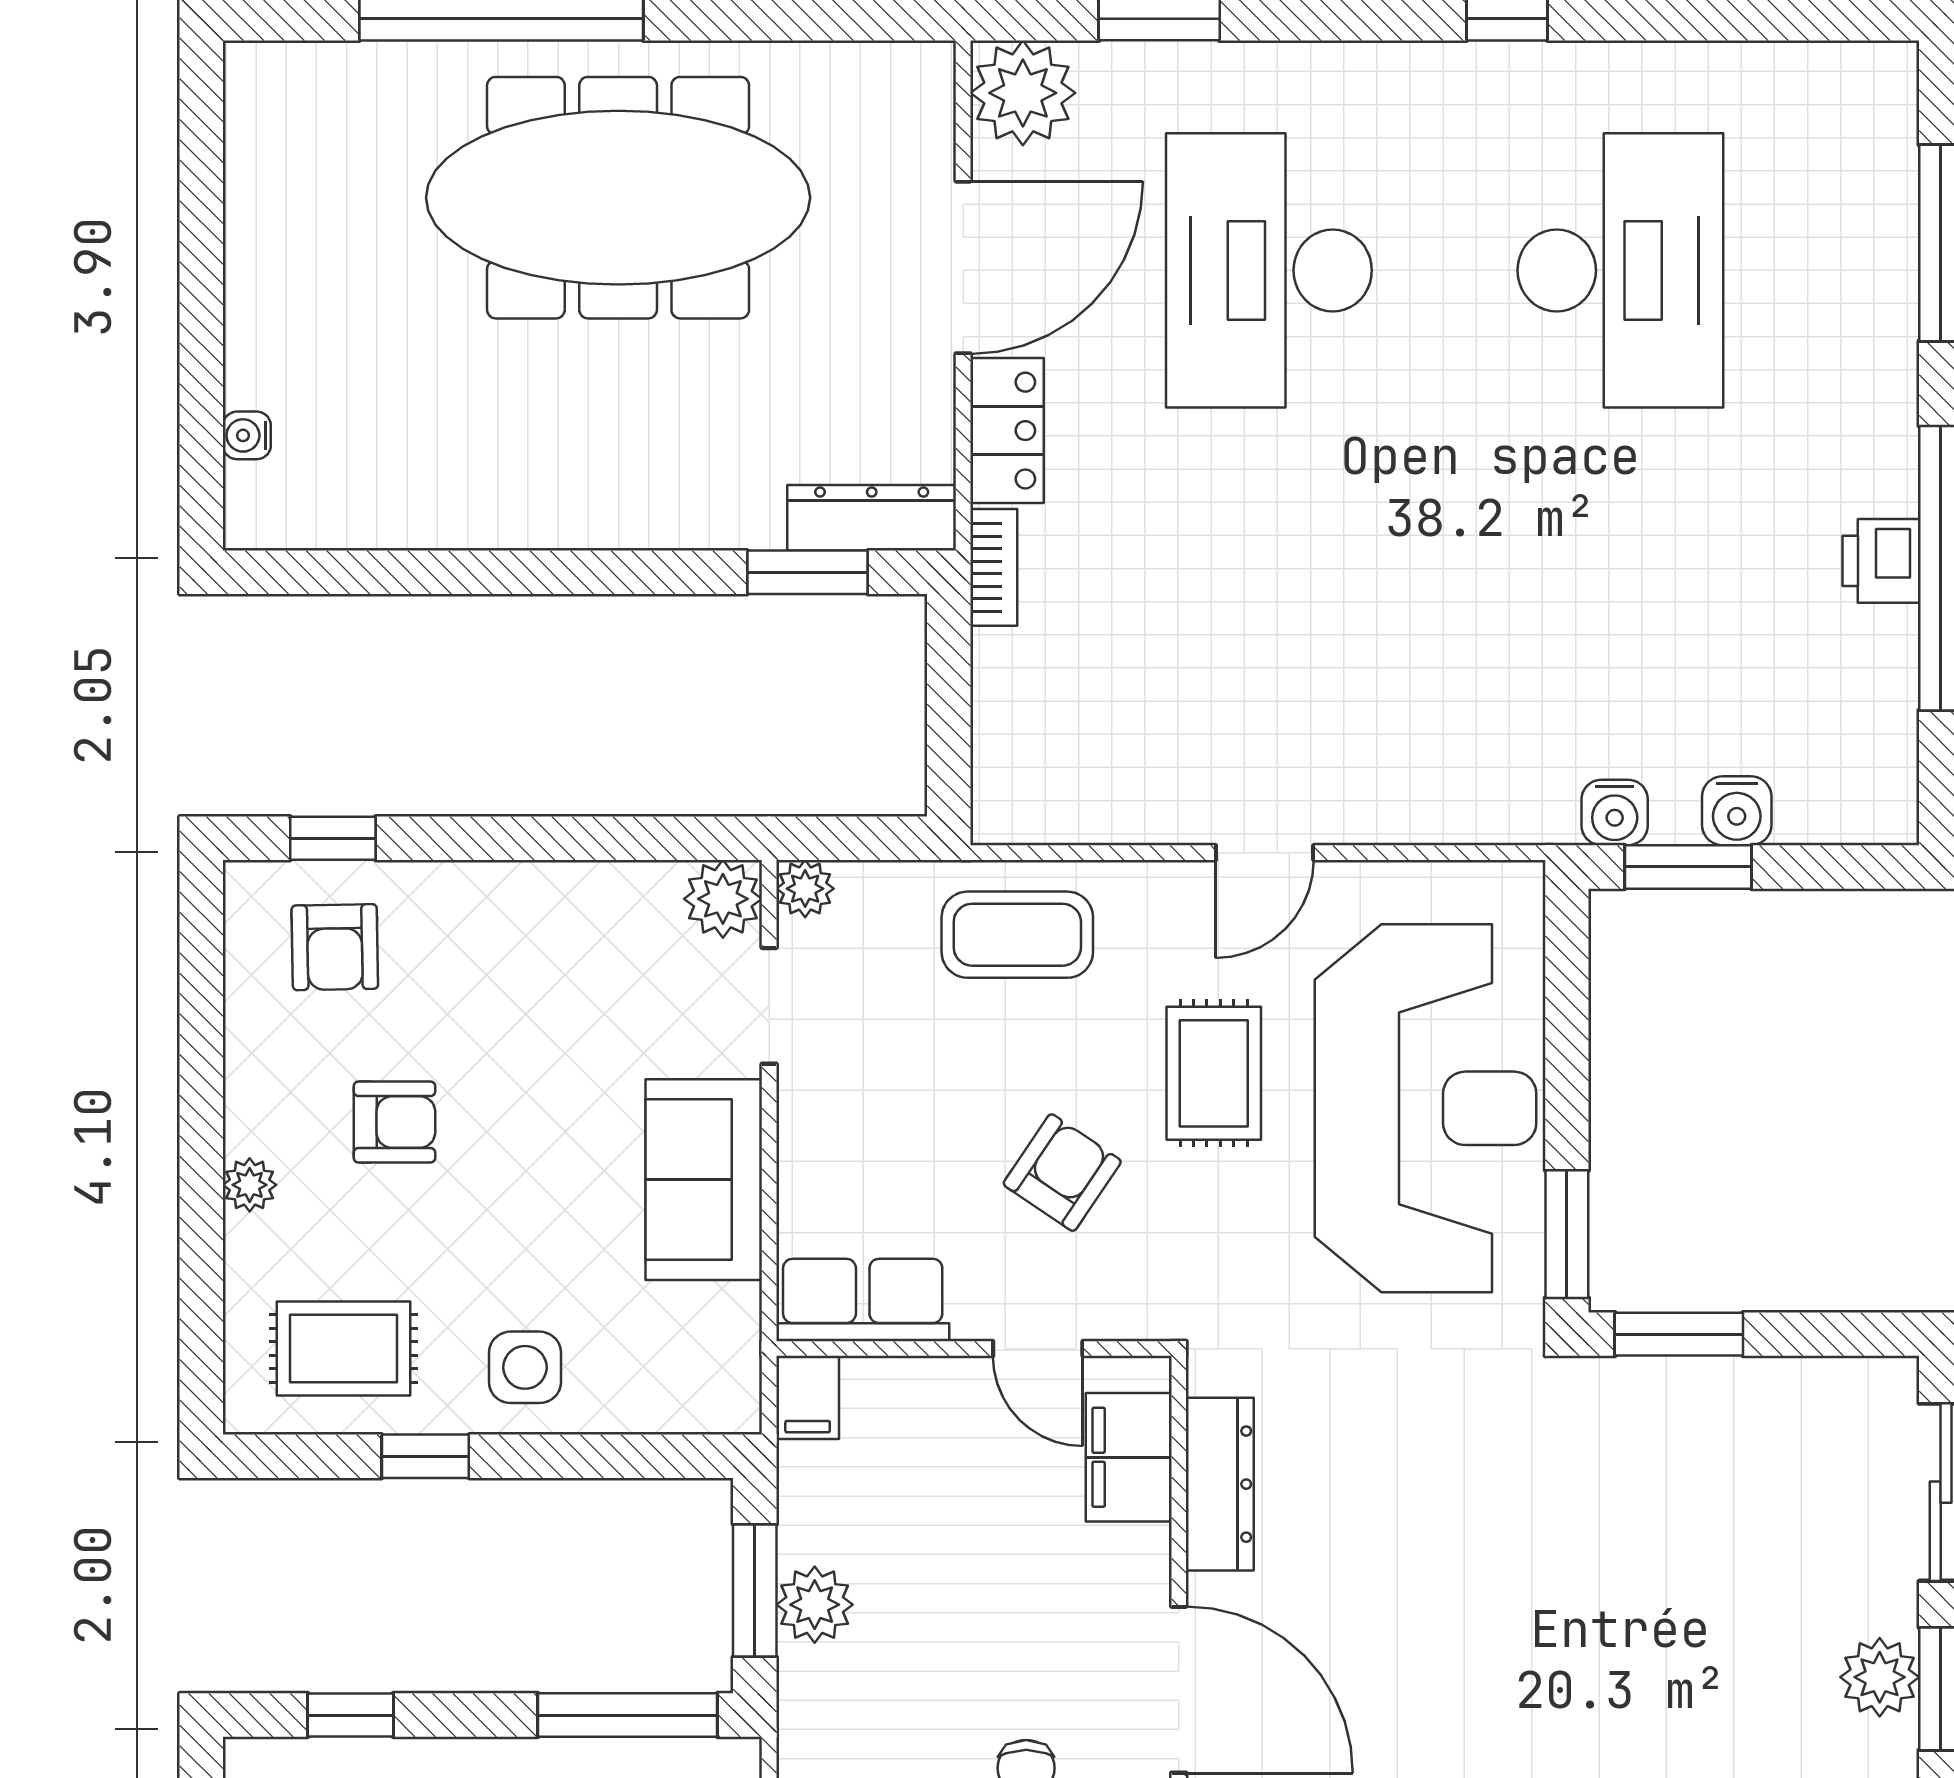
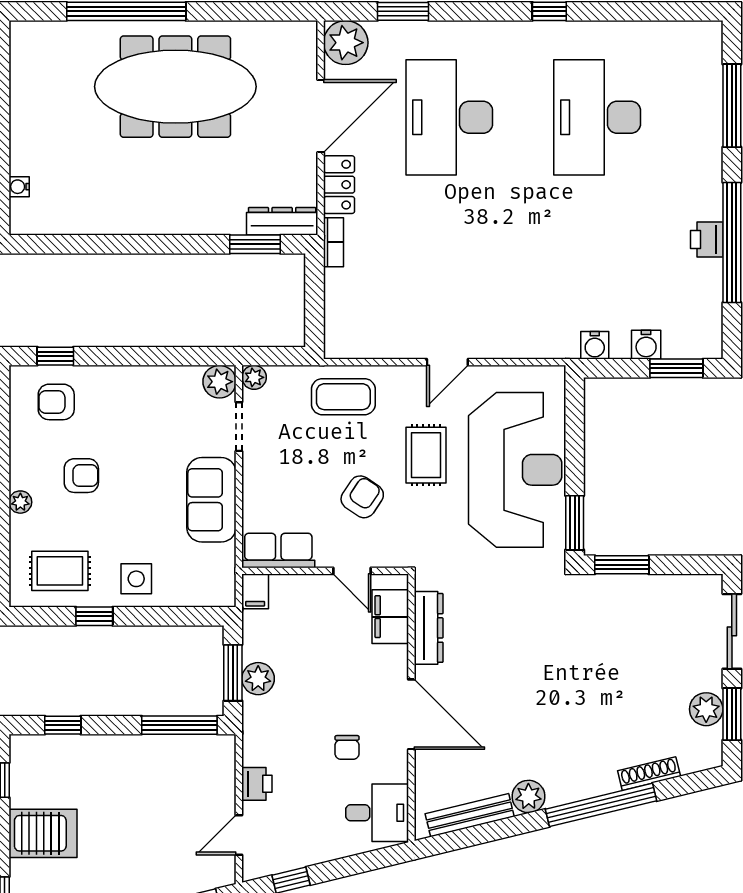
desk: (1620, 270) -> (597, 117), turned 180
window: (1688, 867) -> (676, 368), moved
armchair: (335, 947) -> (56, 402), turned 91

